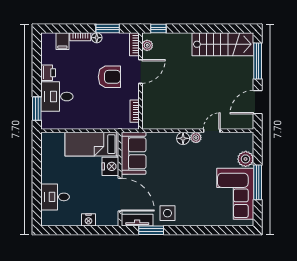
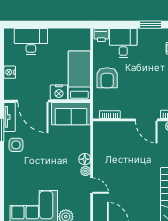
printer: (48, 73) -> (101, 35), moved
armchair: (109, 77) -> (107, 78), moved
window: (37, 109) -> (151, 25), moved
door: (120, 195) -> (33, 101), hinge flipped
desk: (55, 197) -> (31, 41), width x1.37

